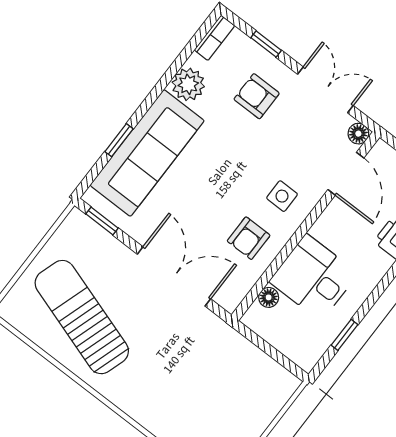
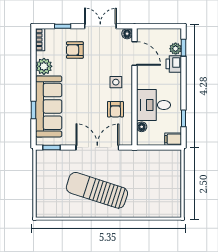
sun lounger: (82, 317) -> (97, 190), moved
filing cabinet: (303, 355) -> (173, 139), added

